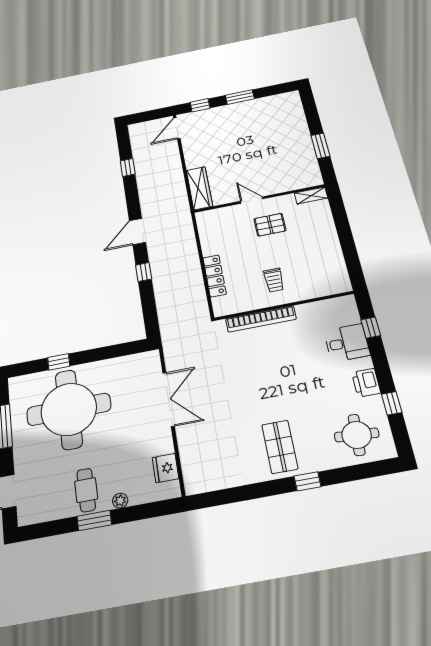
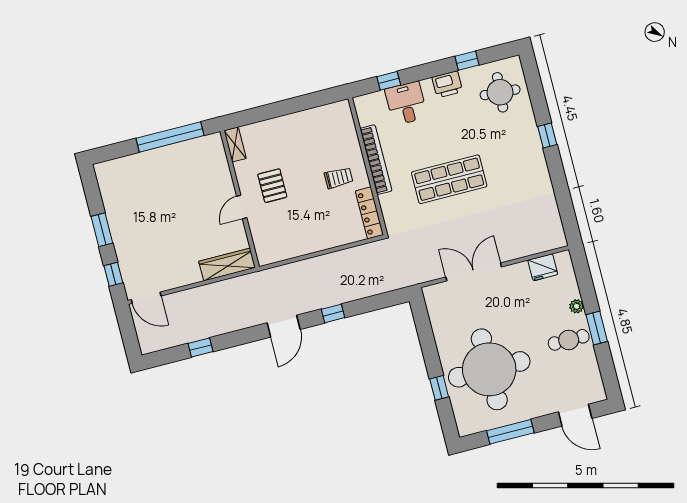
window: (320, 146) -> (170, 137), width x2.11
door: (137, 232) -> (284, 326), hinge flipped
locker: (215, 276) -> (369, 213), moved, turned -90
bookcase: (261, 319) -> (376, 160), moved
shop shelf: (280, 447) -> (449, 179), moved, width x1.43, depth x1.36

